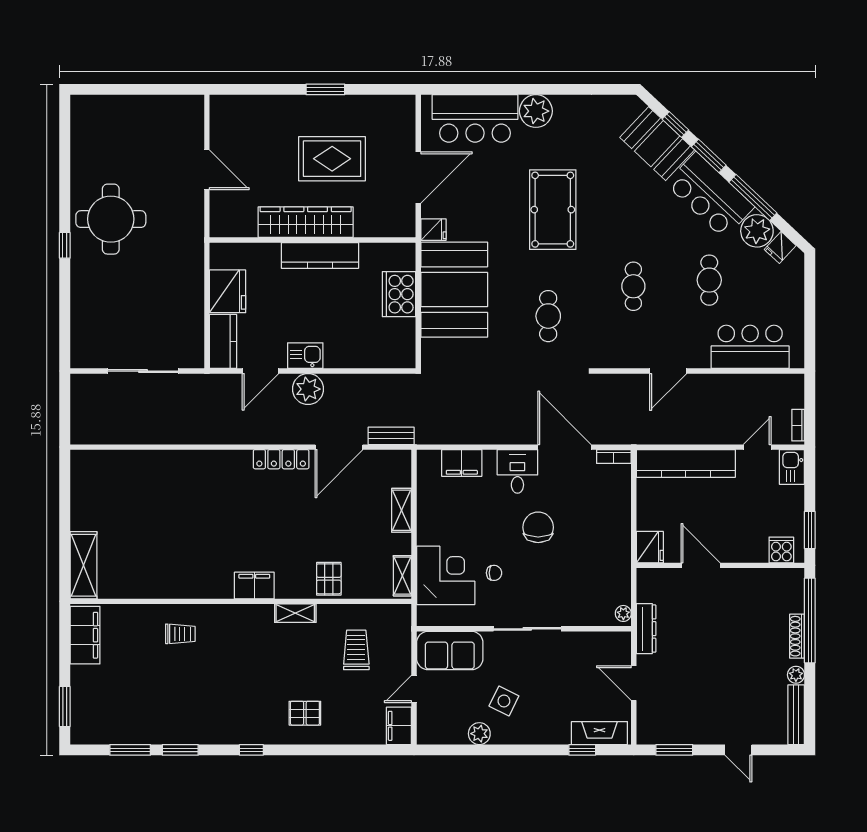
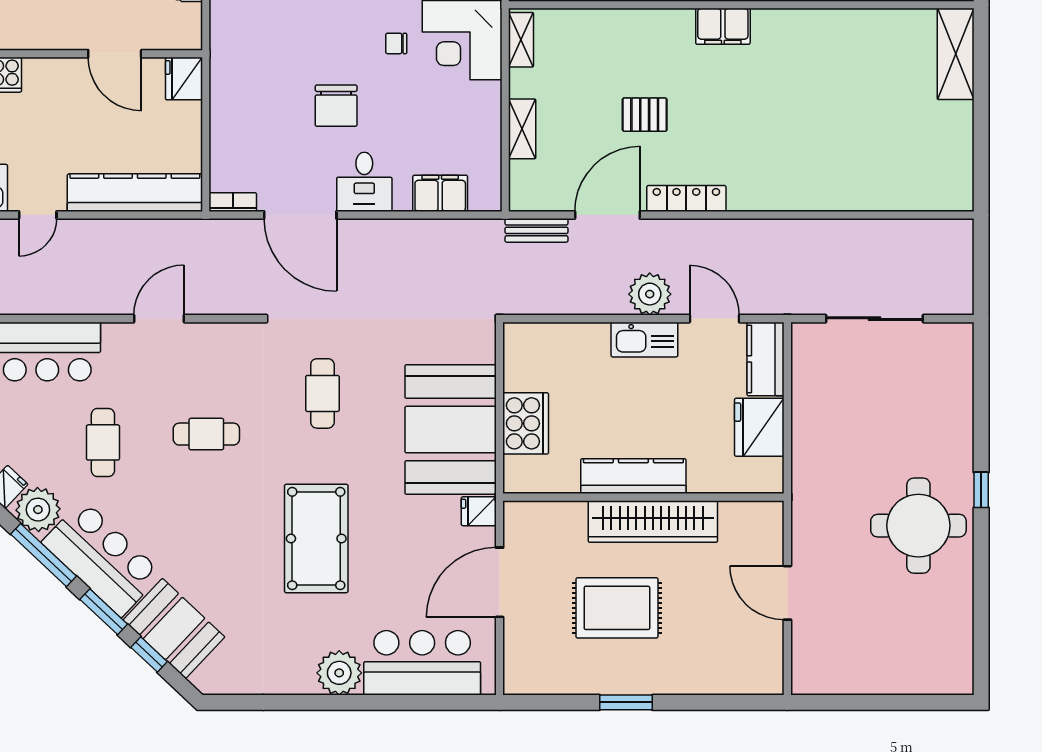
cafe table: (633, 286) -> (206, 434), turned 90
kitchen sink: (305, 356) -> (644, 340), width x1.38
door: (260, 371) -> (714, 319), hinge flipped
pallet: (329, 579) -> (645, 115), moved, turned 90

